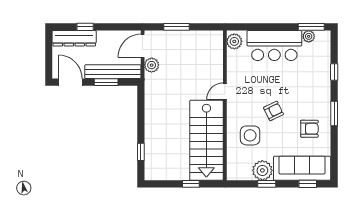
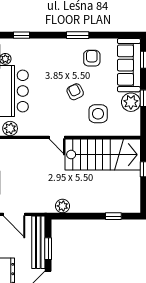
plant: (152, 65) -> (62, 206), moved
window: (334, 72) -> (21, 35), moved

